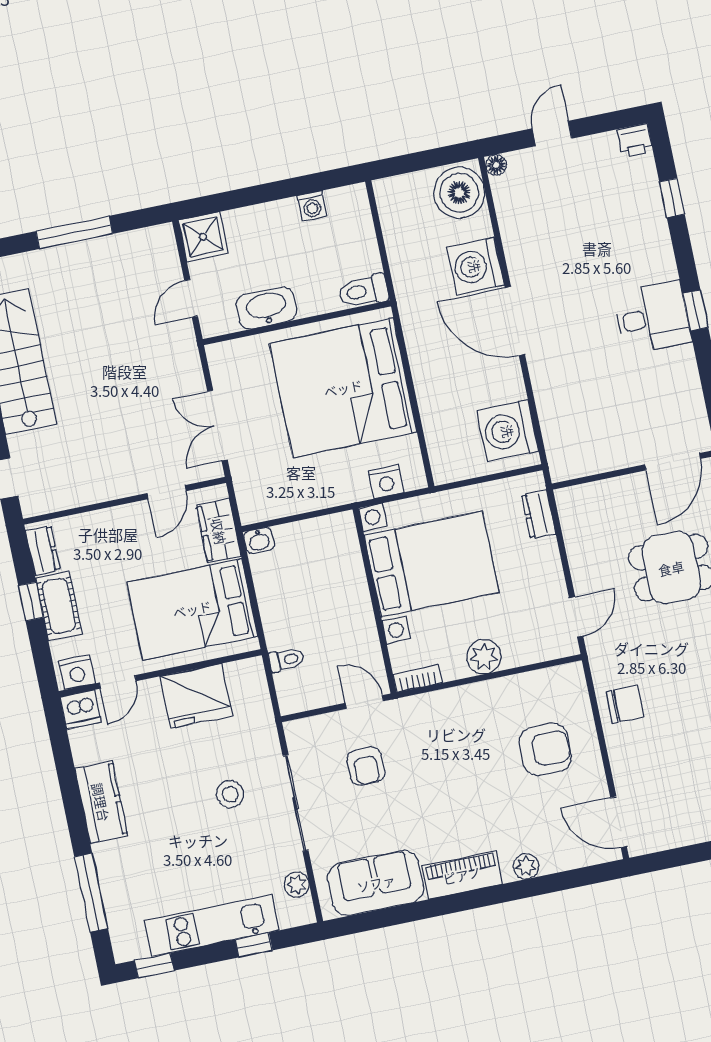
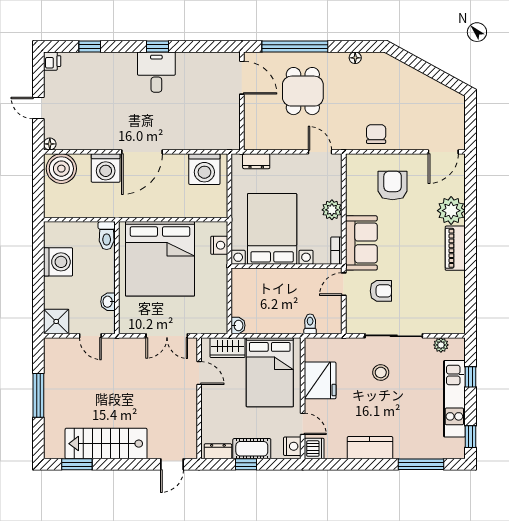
washing machine: (312, 206) -> (58, 262), width x1.89, depth x1.89
washbasin: (266, 308) -> (108, 302), width x0.52, depth x0.69
plant: (526, 866) -> (451, 211), width x1.87, depth x1.87
sofa: (376, 883) -> (361, 243), moved, turned 180

